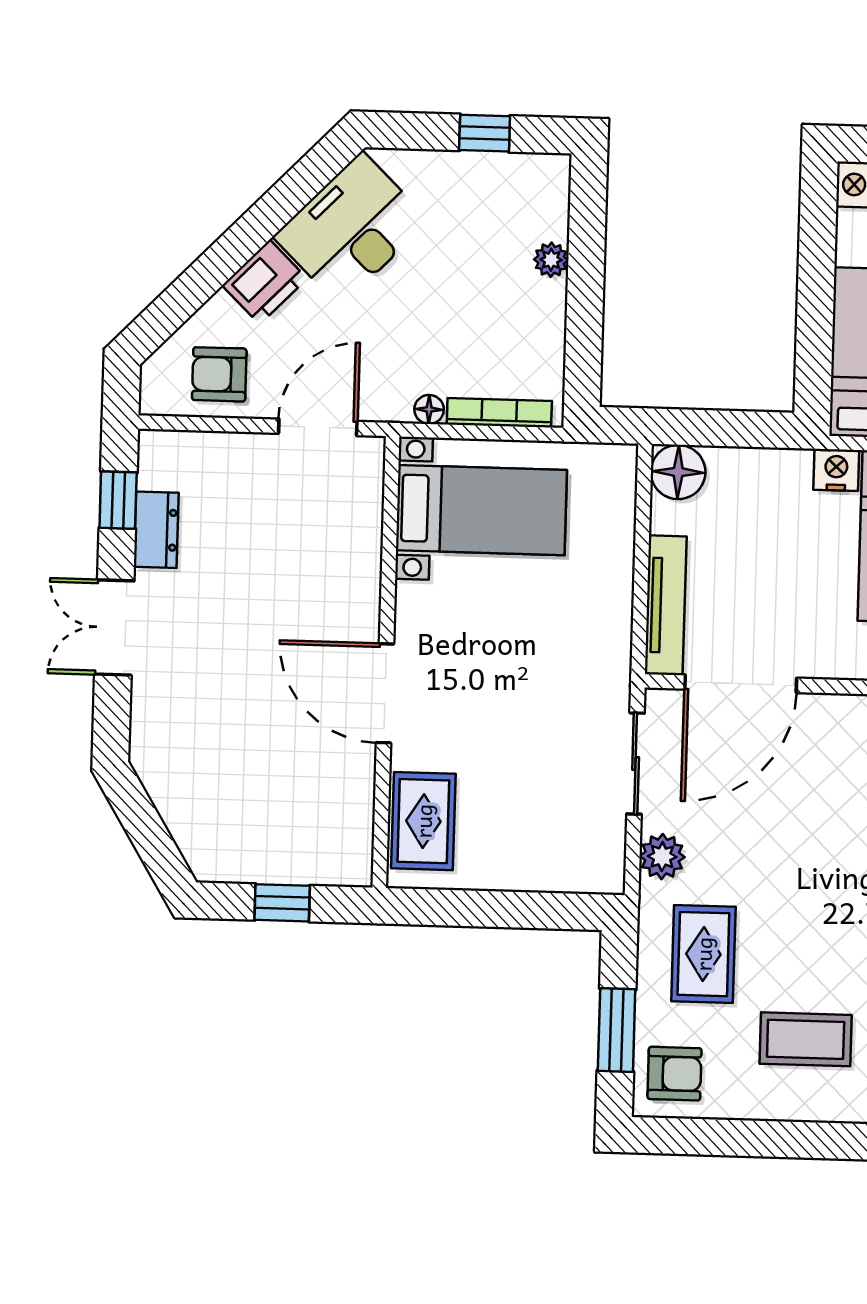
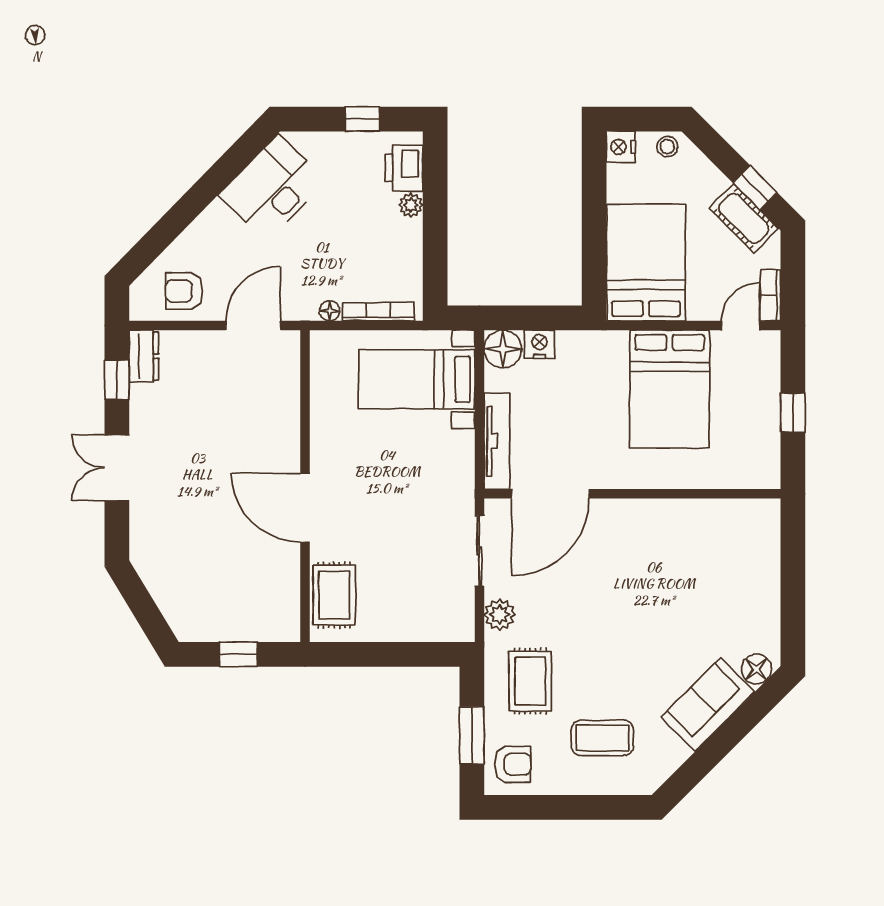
printer: (265, 282) -> (404, 168), moved, turned 136
nightstand: (836, 470) -> (539, 344), moved
bed with nightstands: (481, 510) -> (417, 379), moved, turned 180
dresser: (156, 530) -> (144, 356), moved

